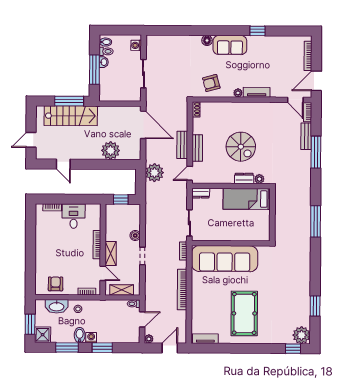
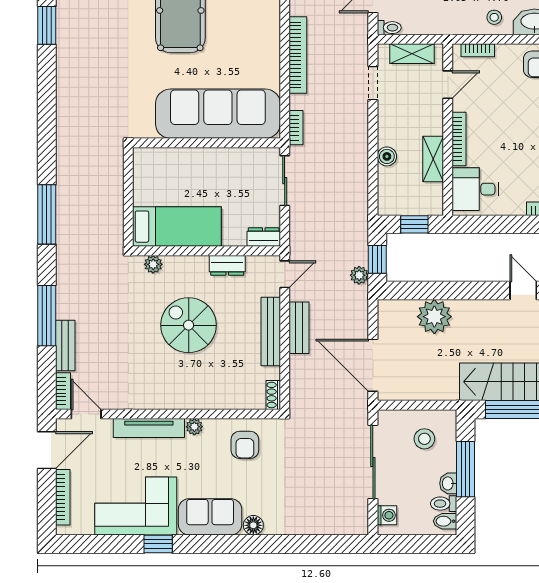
corner sofa: (269, 51) -> (136, 506), added
sliding door: (143, 74) -> (373, 462), width x1.37
armchair: (211, 83) -> (245, 445), turned 105
stool: (116, 86) -> (424, 439), added
tv unit: (257, 92) -> (149, 428), width x1.41
bench: (197, 148) -> (271, 332), width x1.36
plant: (154, 173) -> (359, 275), width x0.53, depth x0.53
dresser: (244, 178) -> (227, 265), moved
window: (141, 181) -> (377, 259), added
desk: (74, 216) -> (475, 189), moved, turned 90
window: (316, 221) -> (47, 214), moved
shelving: (111, 253) -> (433, 159), moved
doorway: (143, 256) -> (373, 83), moved
door: (103, 273) -> (448, 85), swing flipped

